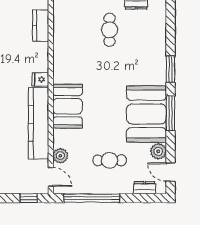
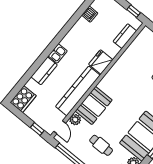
fridge: (40, 79) -> (101, 62), width x1.88, depth x1.34
booth: (68, 106) -> (94, 105), moved

